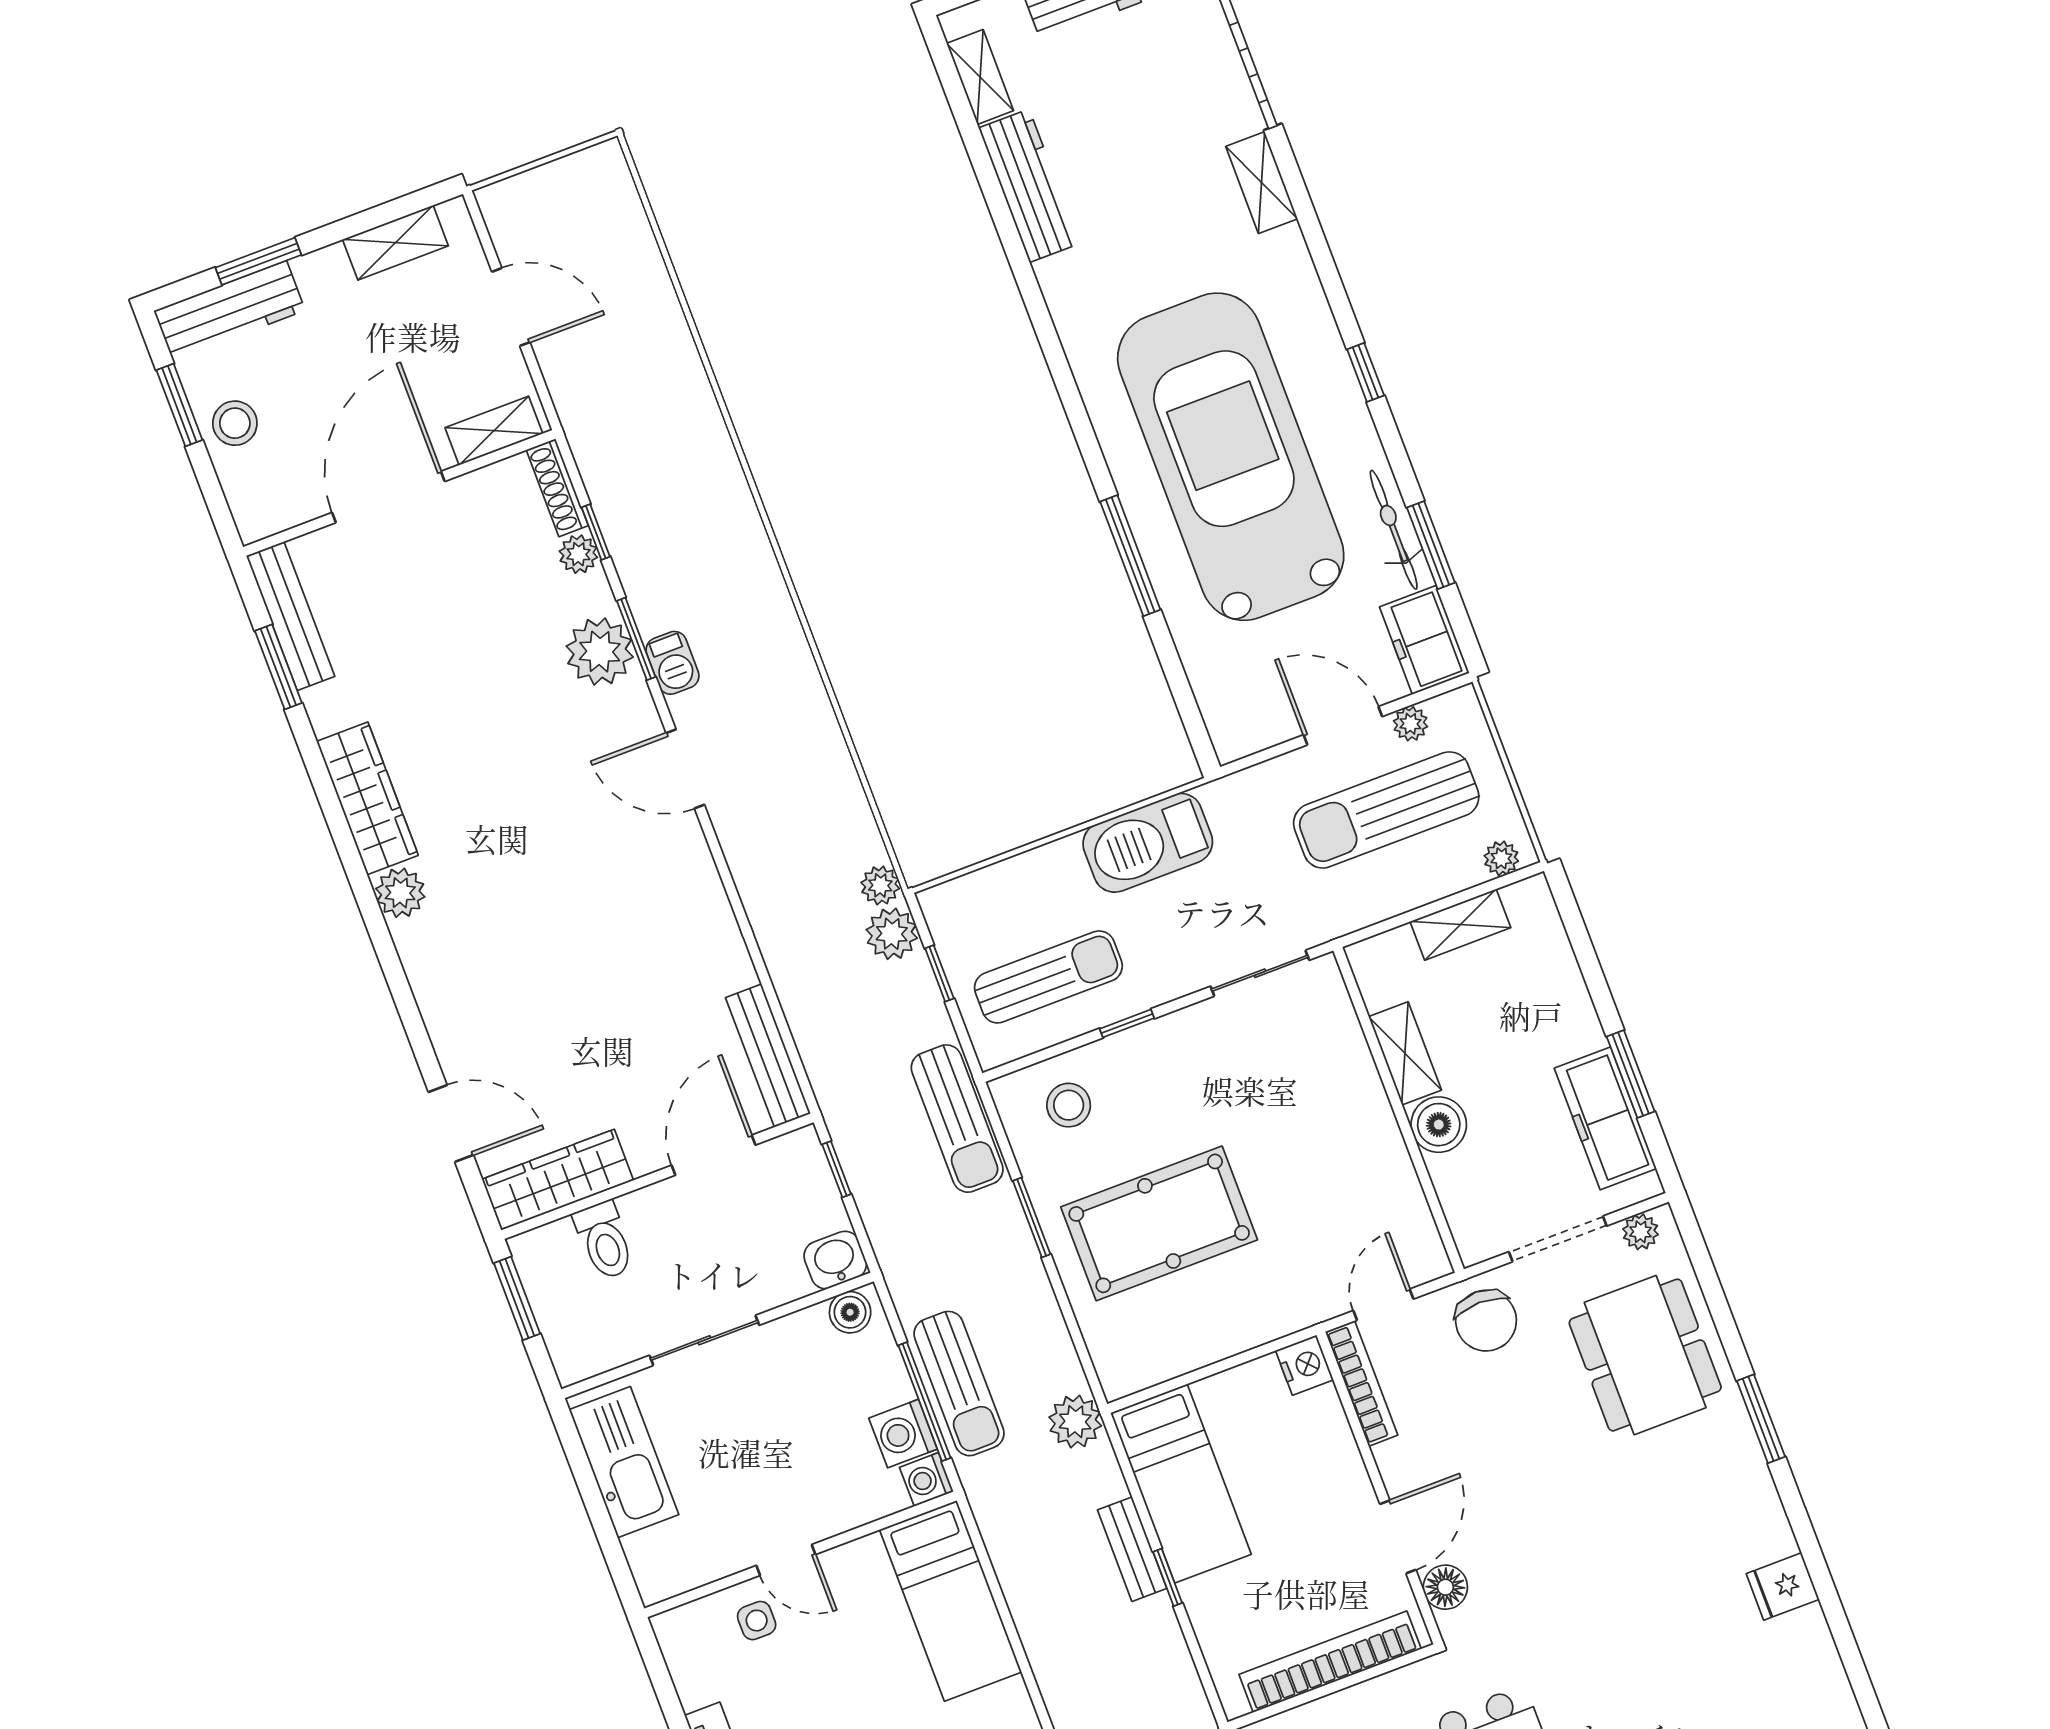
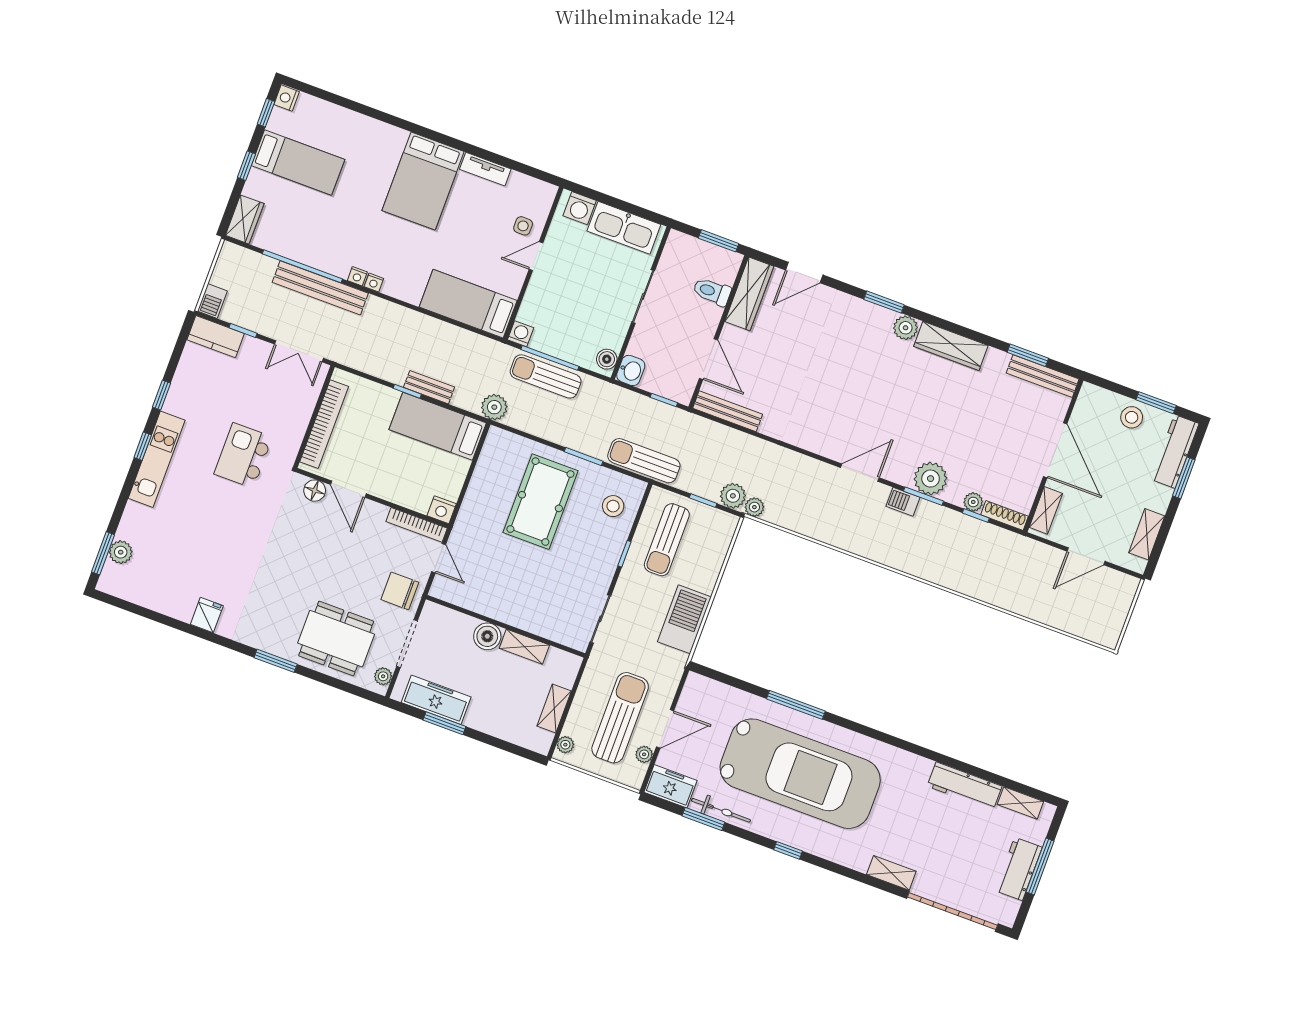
window: (389, 961) -> (884, 302), added
washing machine: (903, 1434) -> (580, 208), moved, turned 180

